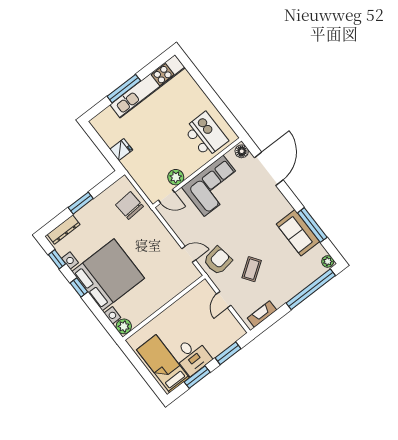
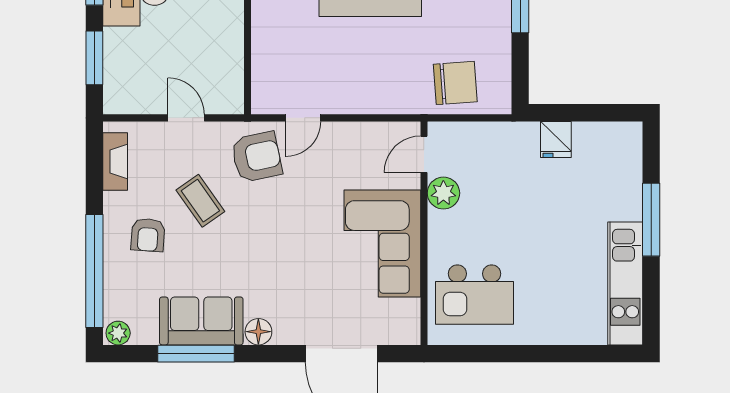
kitchen unit: (148, 86) -> (625, 283), width x0.73
floor lamp: (242, 151) -> (258, 332), moved
armchair: (218, 261) -> (257, 157), turned -93
armchair: (281, 279) -> (148, 235), added

